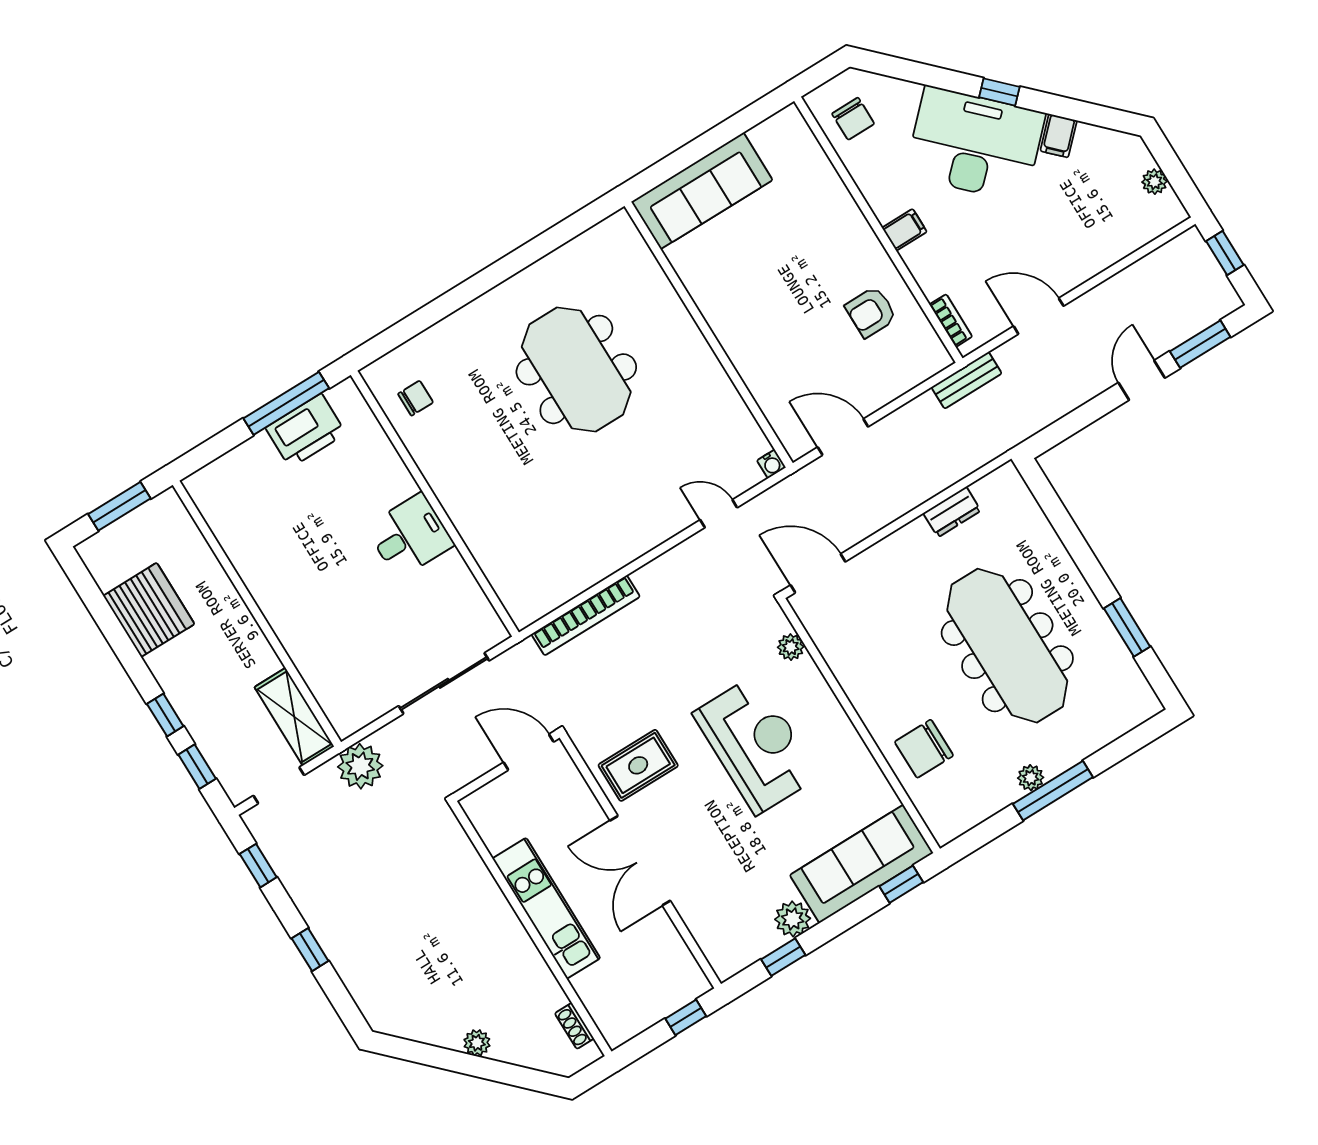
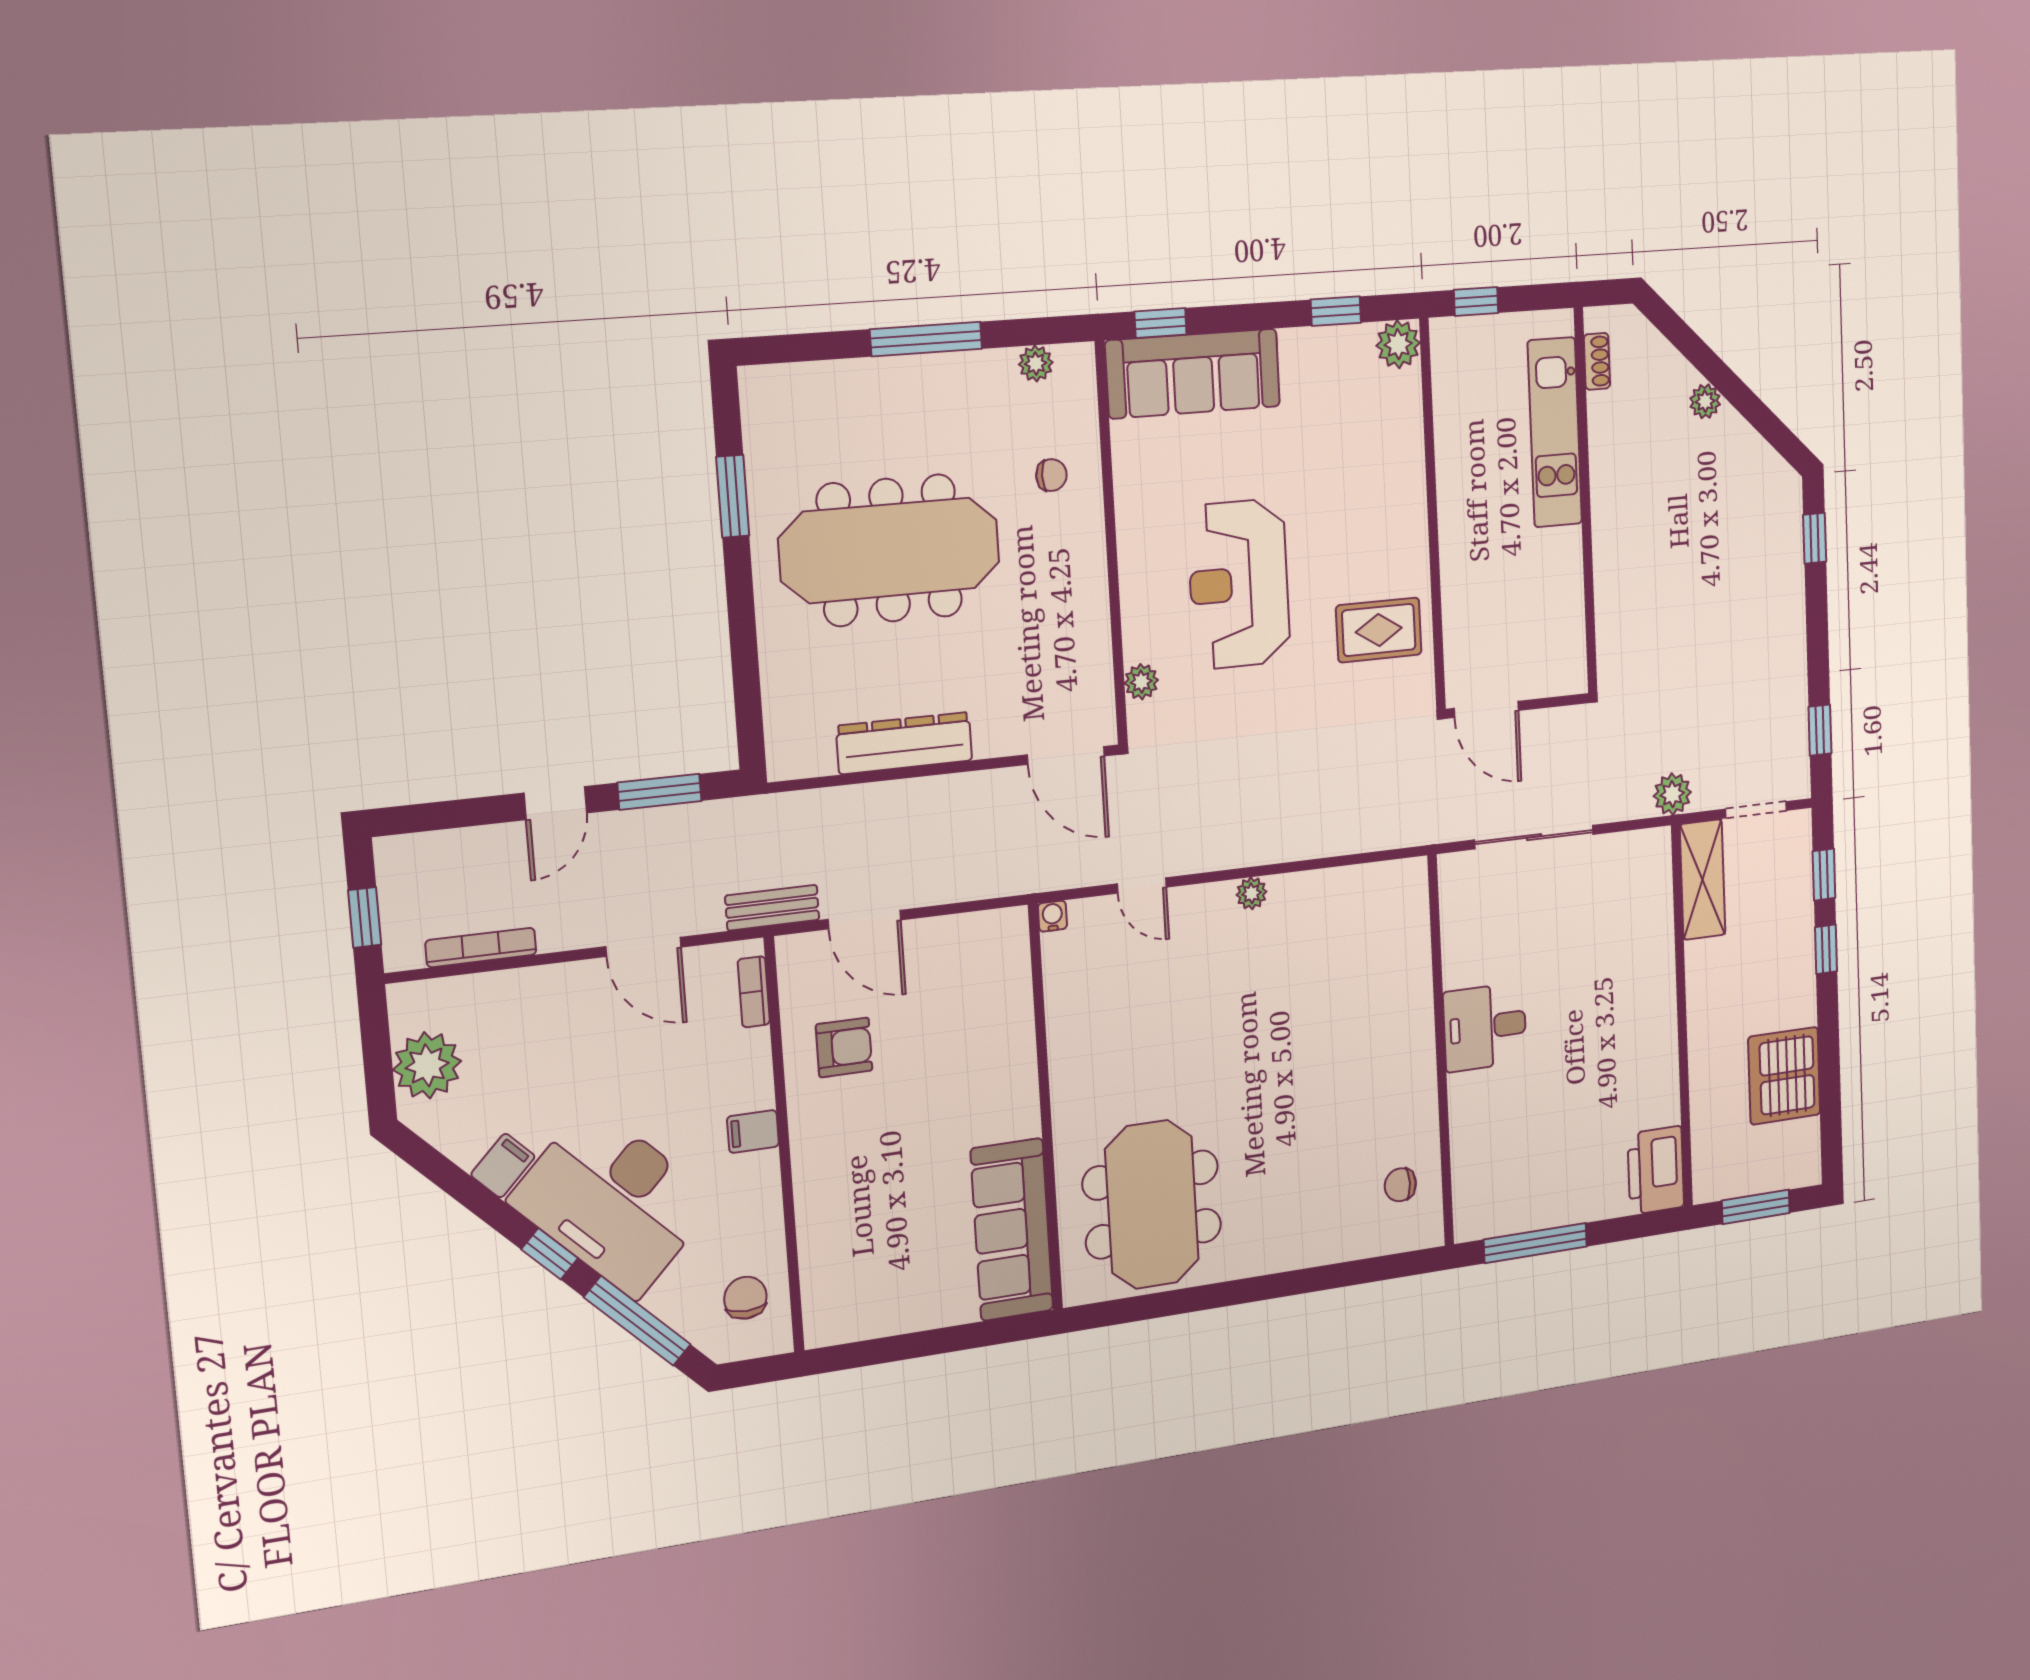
window: (919, 73) -> (637, 1321), added
plant: (1155, 182) -> (427, 1065), width x1.87, depth x1.87
sofa: (702, 191) -> (1012, 1230), moved, turned -90
window: (1200, 344) -> (659, 792), moved
meeting table: (576, 369) -> (1152, 1204), moved
printer: (306, 431) -> (1656, 1170), moved, turned -90
door: (843, 437) -> (864, 920), moved
dresser: (952, 512) -> (904, 743), width x1.96, depth x1.24
plant: (636, 546) -> (1252, 893), added
bookcase: (586, 615) -> (481, 947), moved, width x0.68, depth x0.76
meeting table: (1007, 646) -> (890, 550), turned 90
chair: (924, 749) -> (1051, 475), width x0.54, depth x0.54
plant: (360, 766) -> (1672, 794), width x0.73, depth x0.73
plant: (1031, 778) -> (1036, 363), moved
double door: (640, 861) -> (1432, 516), removed
kitchen unit: (546, 908) -> (1555, 432), moved
plant: (793, 919) -> (1398, 344), moved
window: (310, 950) -> (1815, 538), moved

